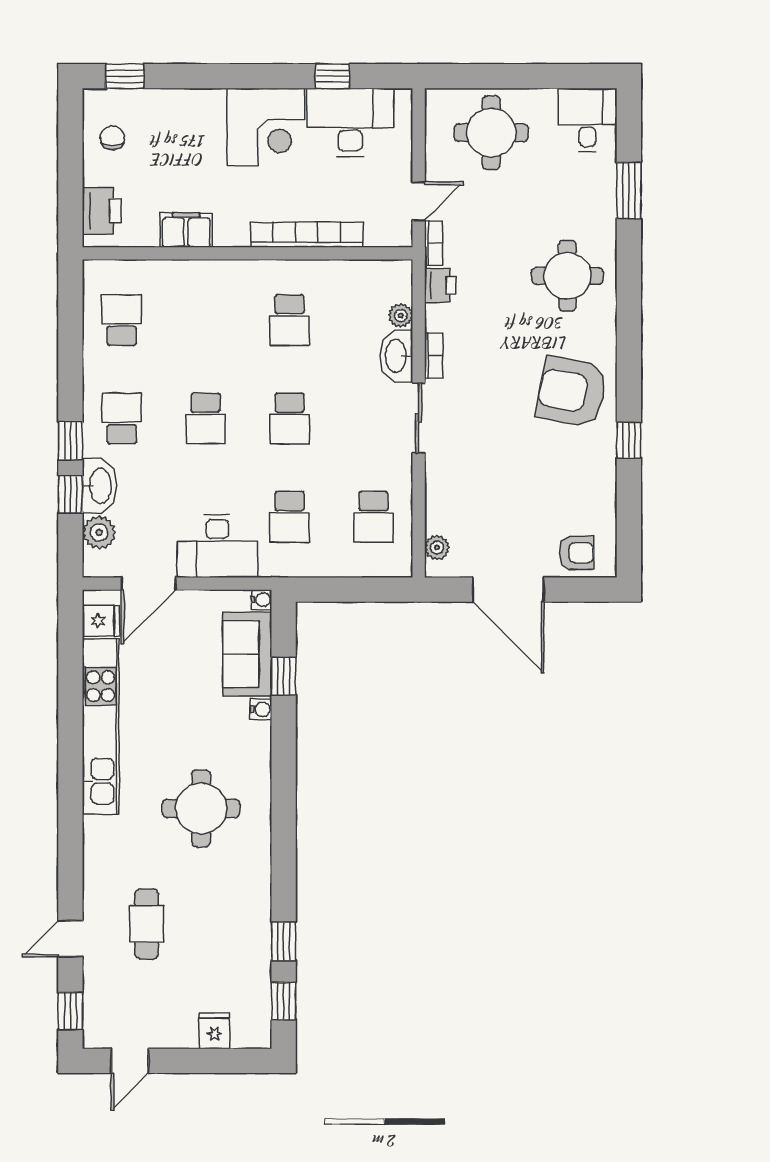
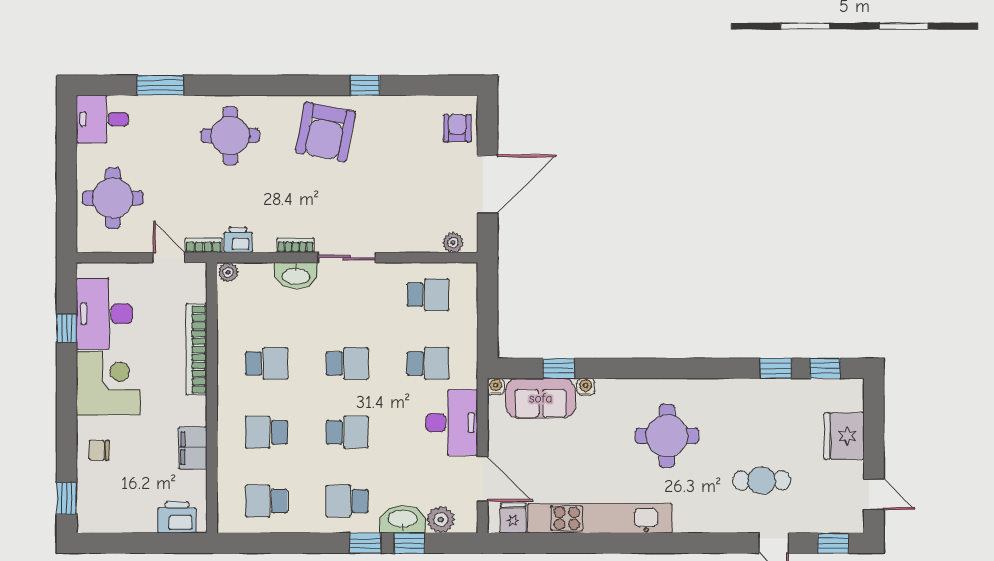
chair: (112, 138) -> (99, 450), moved
plant: (401, 315) -> (228, 272), moved
school desk: (206, 320) -> (266, 432), added
fridge: (214, 1031) -> (844, 436), width x1.88, depth x1.34

